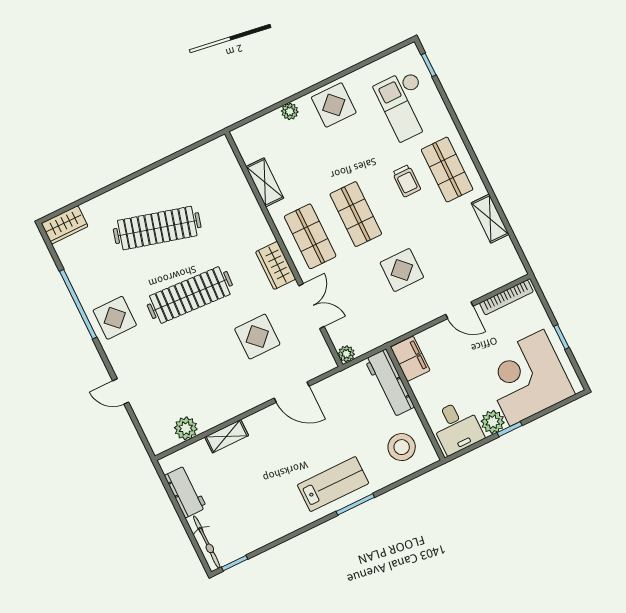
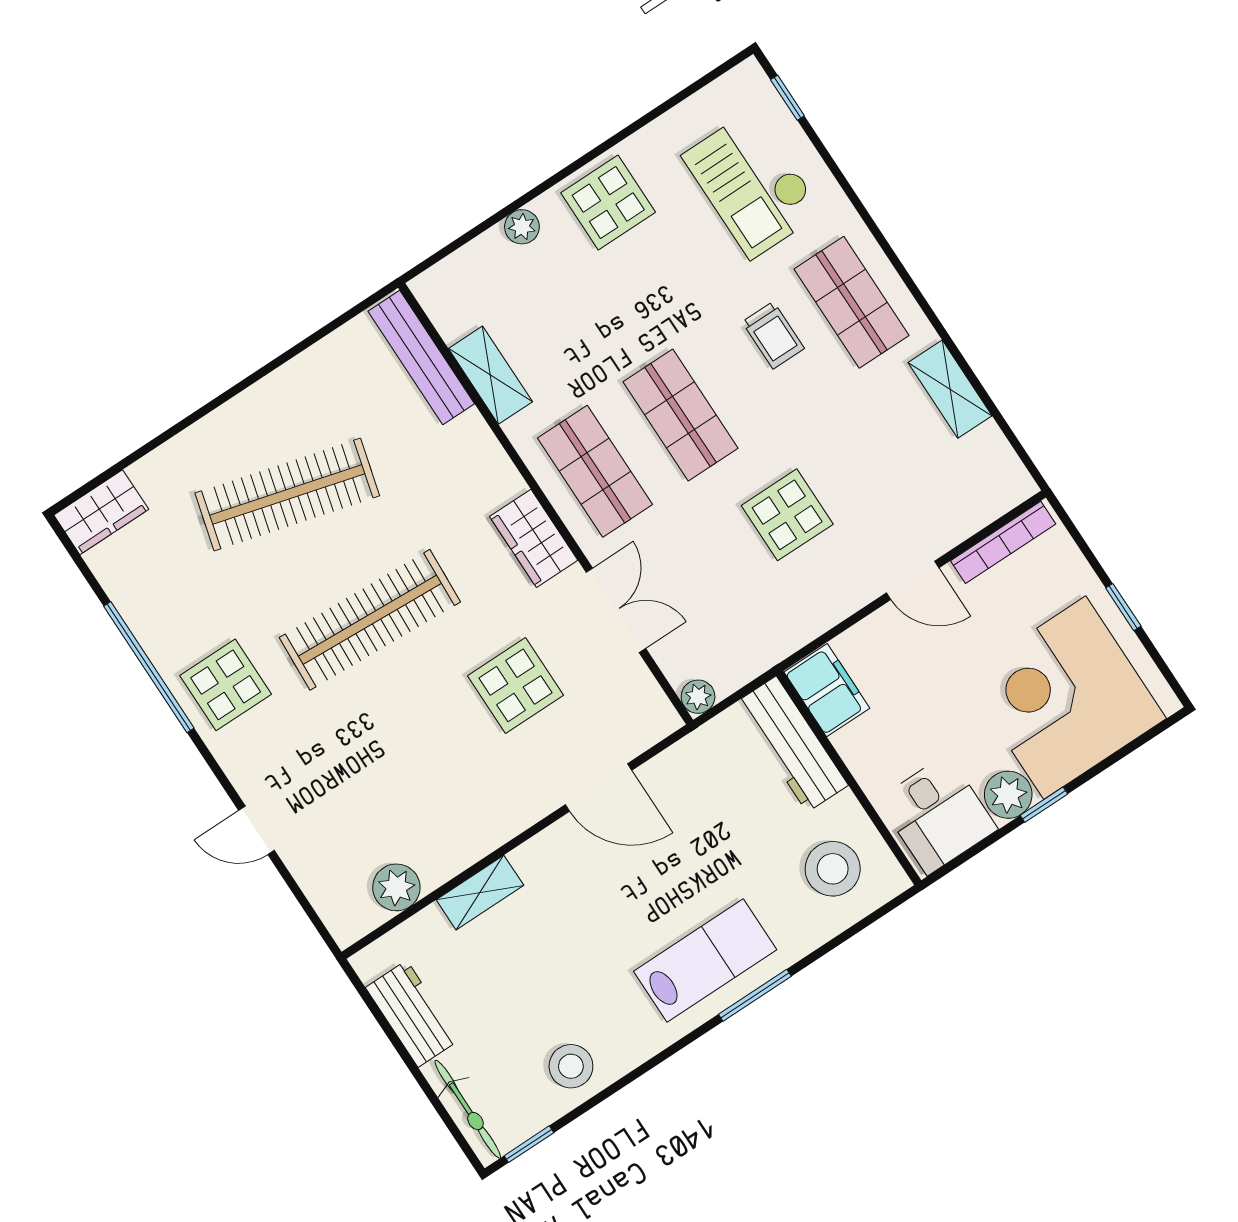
bench: (232, 169) -> (421, 358), added
stool: (260, 527) -> (571, 1066), added

